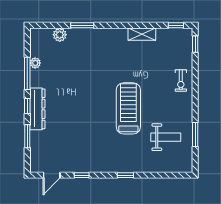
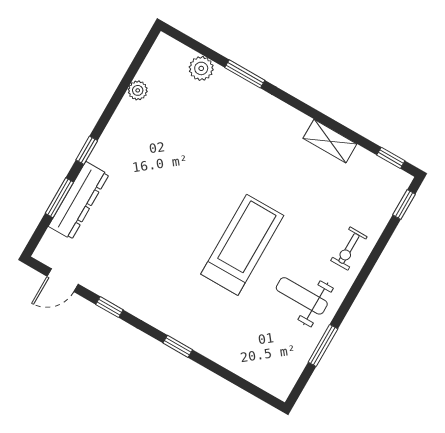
window: (27, 73) -> (116, 100), removed
dresser: (37, 109) -> (79, 200), moved
weight bench: (166, 137) -> (302, 296), moved, turned 180

